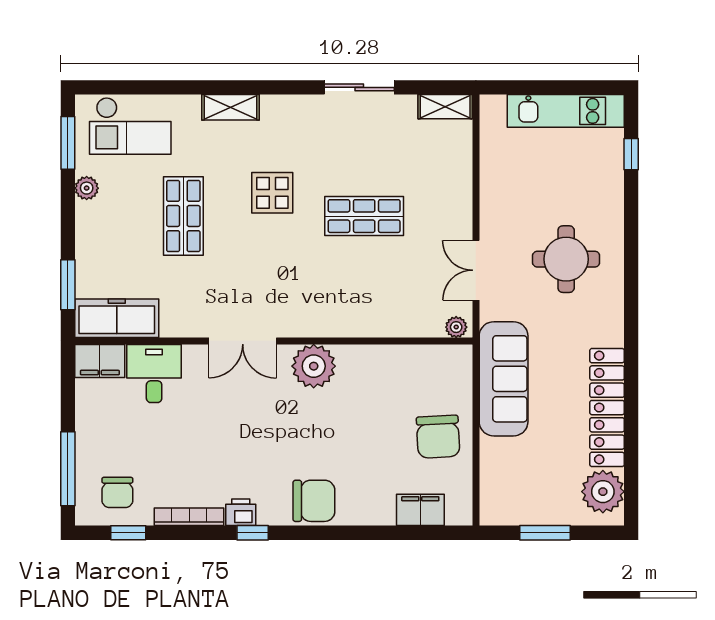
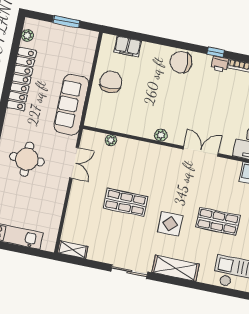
sliding door: (359, 87) -> (129, 272), moved
shelving: (230, 107) -> (176, 268), width x1.50, depth x1.33
shop shelf: (183, 216) -> (218, 221), turned 90
plant: (456, 327) -> (111, 140), moved
plant: (314, 366) -> (161, 135), width x0.53, depth x0.53
plant: (603, 492) -> (27, 36), width x0.53, depth x0.53

